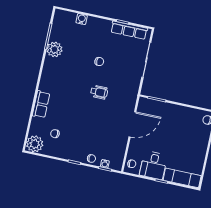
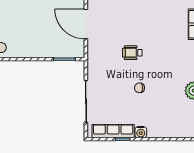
water cooler: (82, 19) -> (141, 132), moved
door: (132, 124) -> (86, 24), hinge flipped

